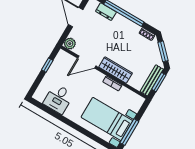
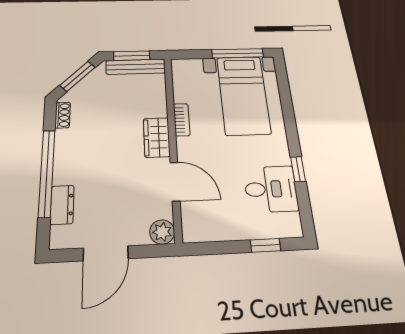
window: (47, 65) -> (265, 245), moved
wardrobe: (116, 70) -> (157, 137), width x0.67
window: (59, 117) -> (298, 169), added

